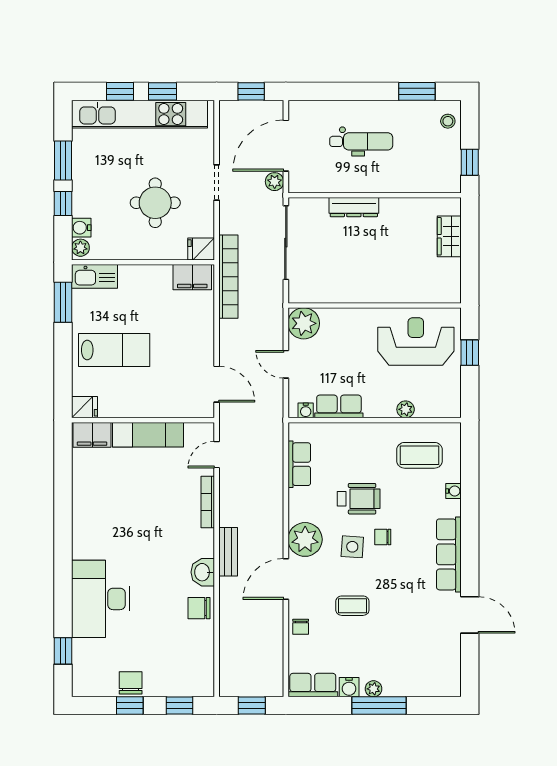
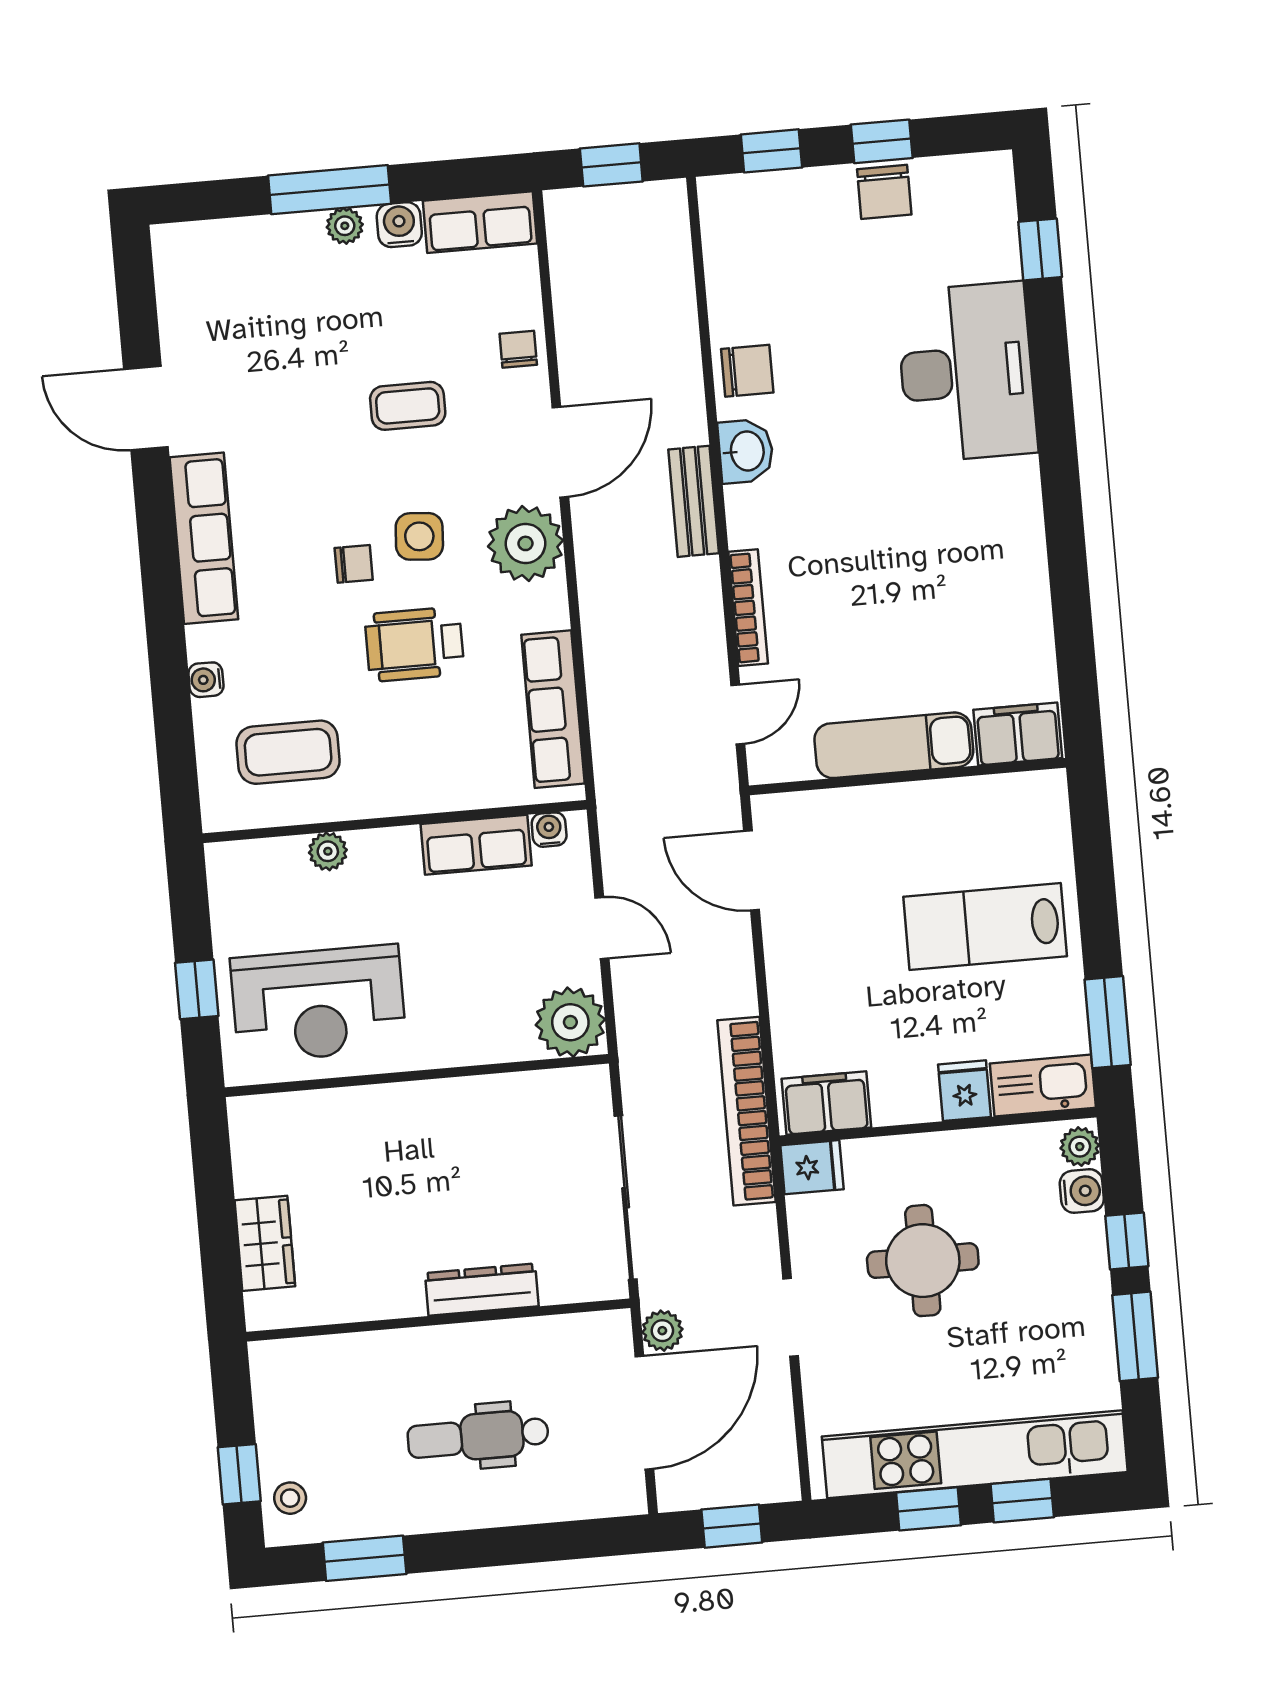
window: (470, 162) -> (239, 1474), moved
fridge: (85, 407) -> (964, 1091), moved, turned 90
row of seats: (299, 464) -> (553, 709), width x1.48

